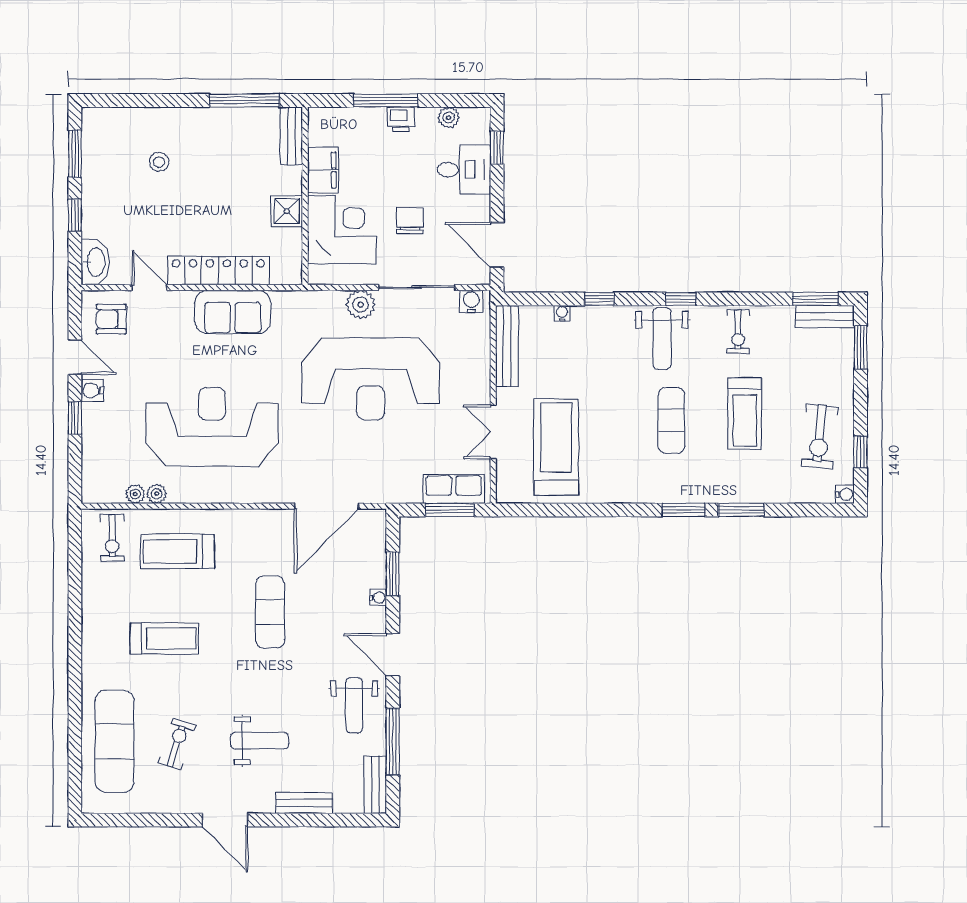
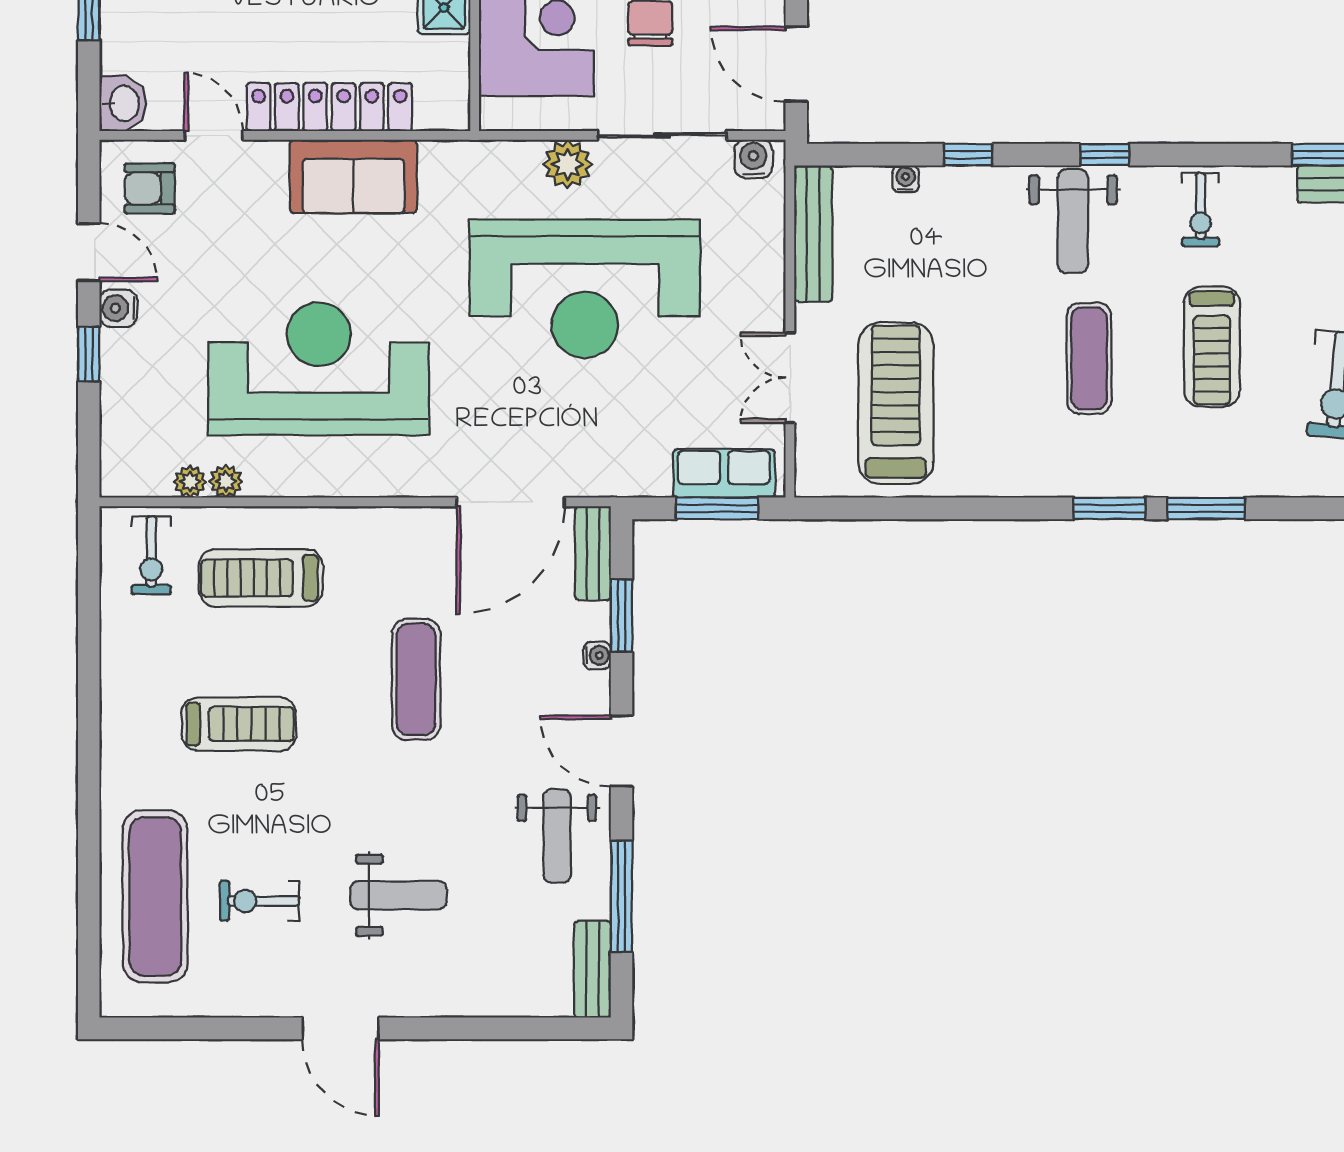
washbasin: (95, 262) -> (123, 104), width x0.72
exercise bike: (177, 744) -> (259, 901), turned -108
bench: (304, 803) -> (593, 553), moved, turned 90

